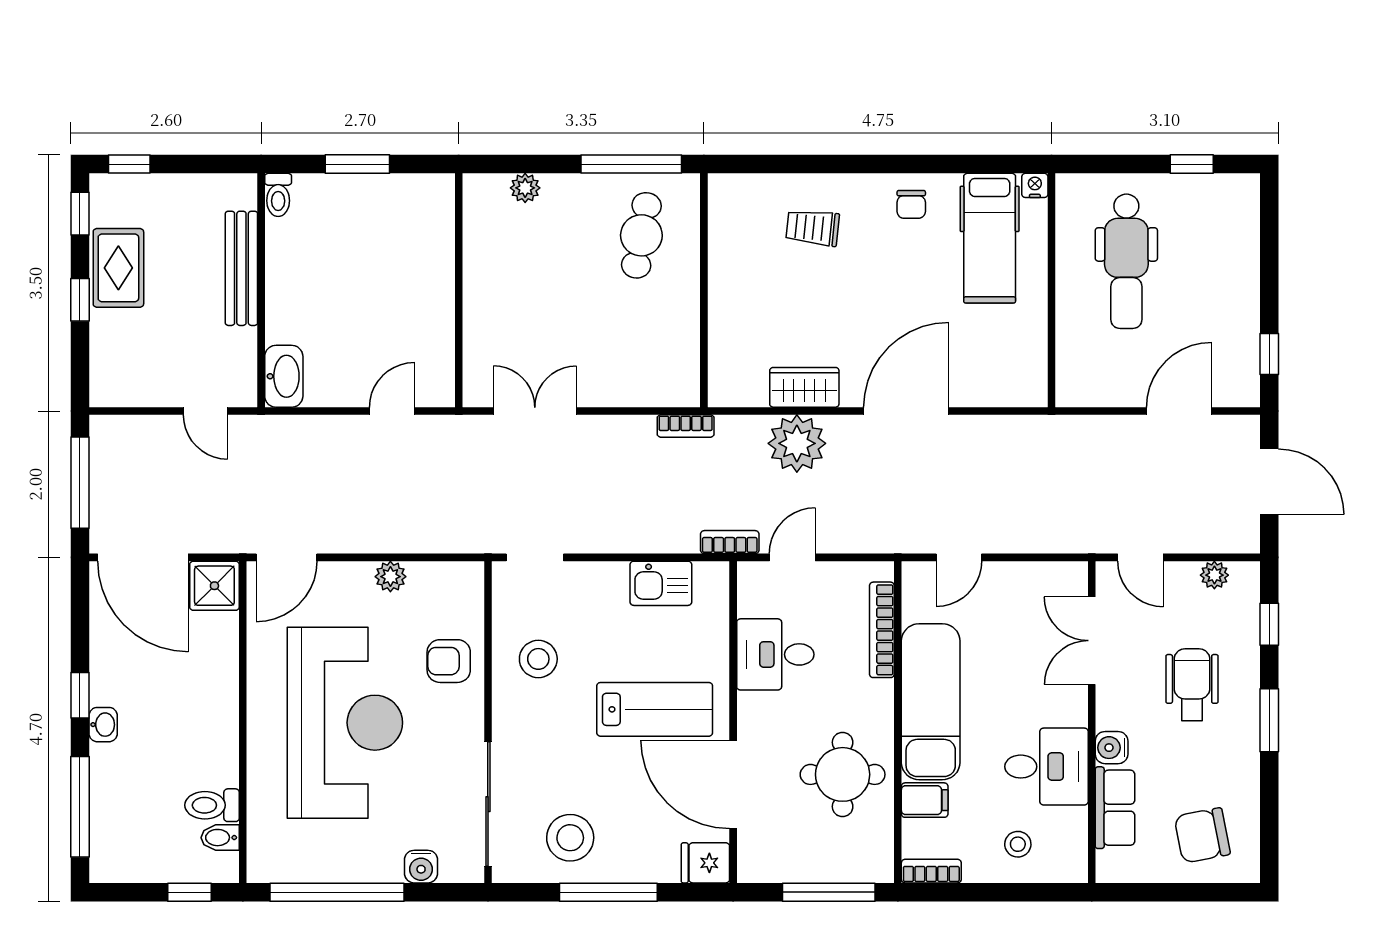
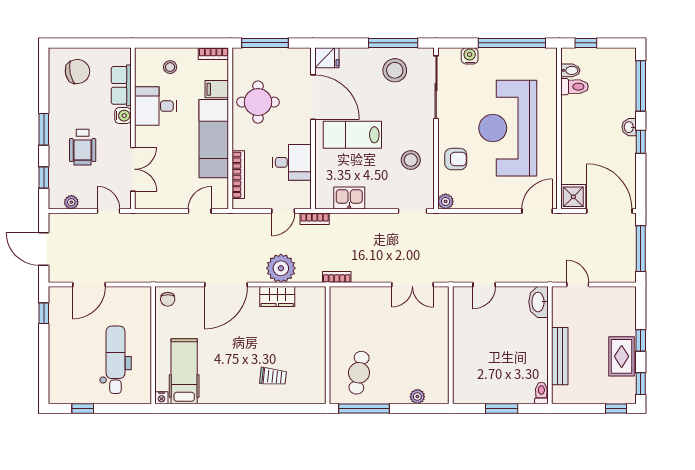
chair: (911, 204) -> (168, 299), moved, turned 180
plant: (390, 577) -> (446, 201), moved
window: (608, 892) -> (393, 43), moved

